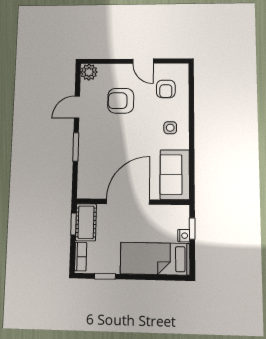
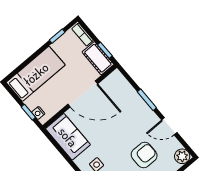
door: (77, 107) -> (169, 126), swing flipped
door: (128, 202) -> (83, 94), hinge flipped
nightstand: (184, 236) -> (38, 113), moved

